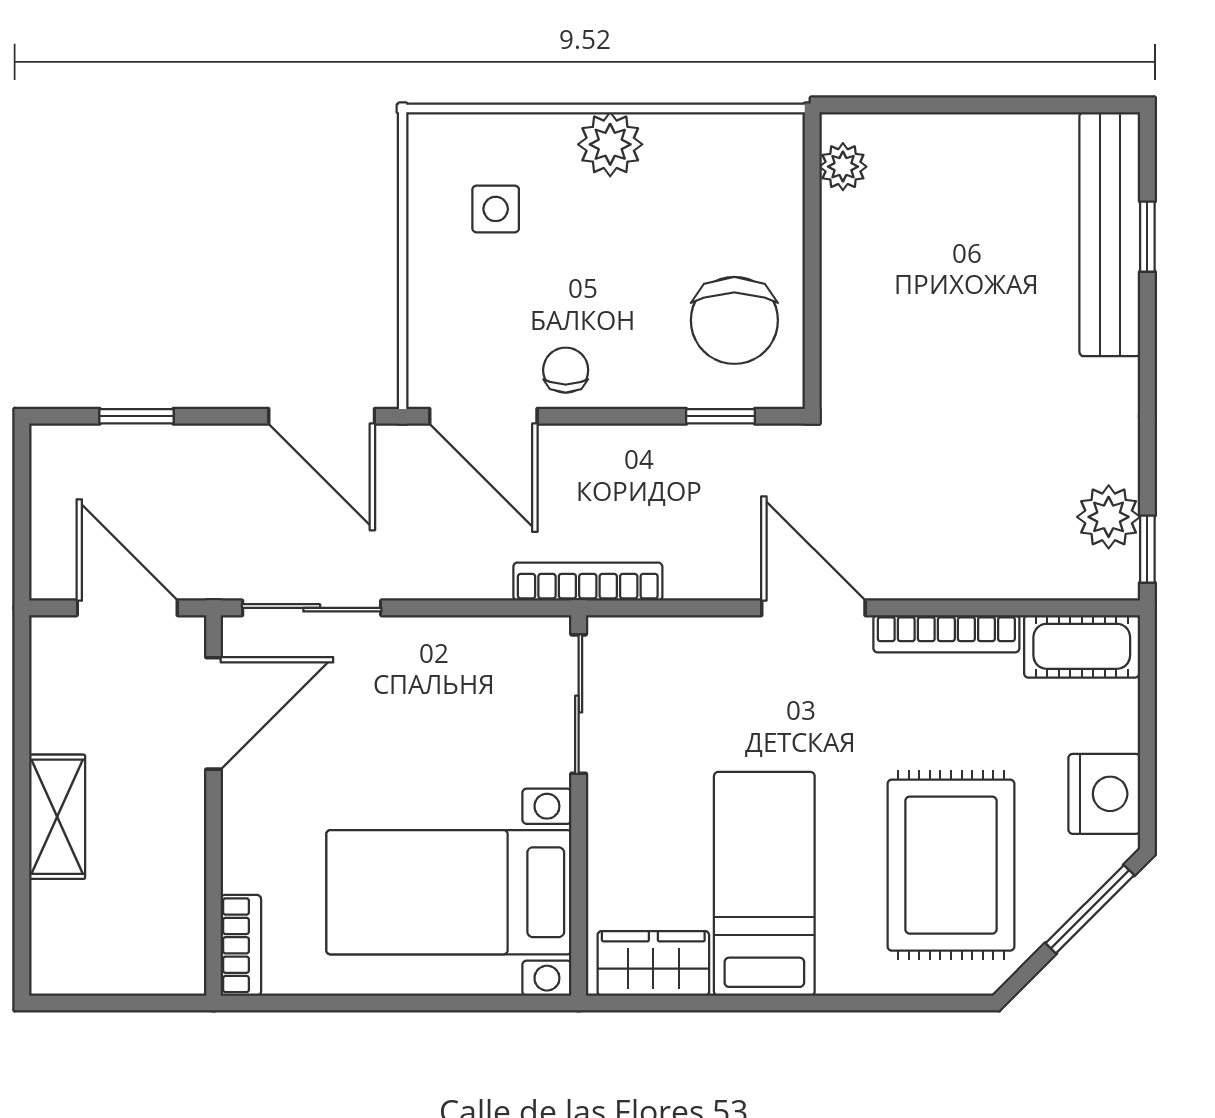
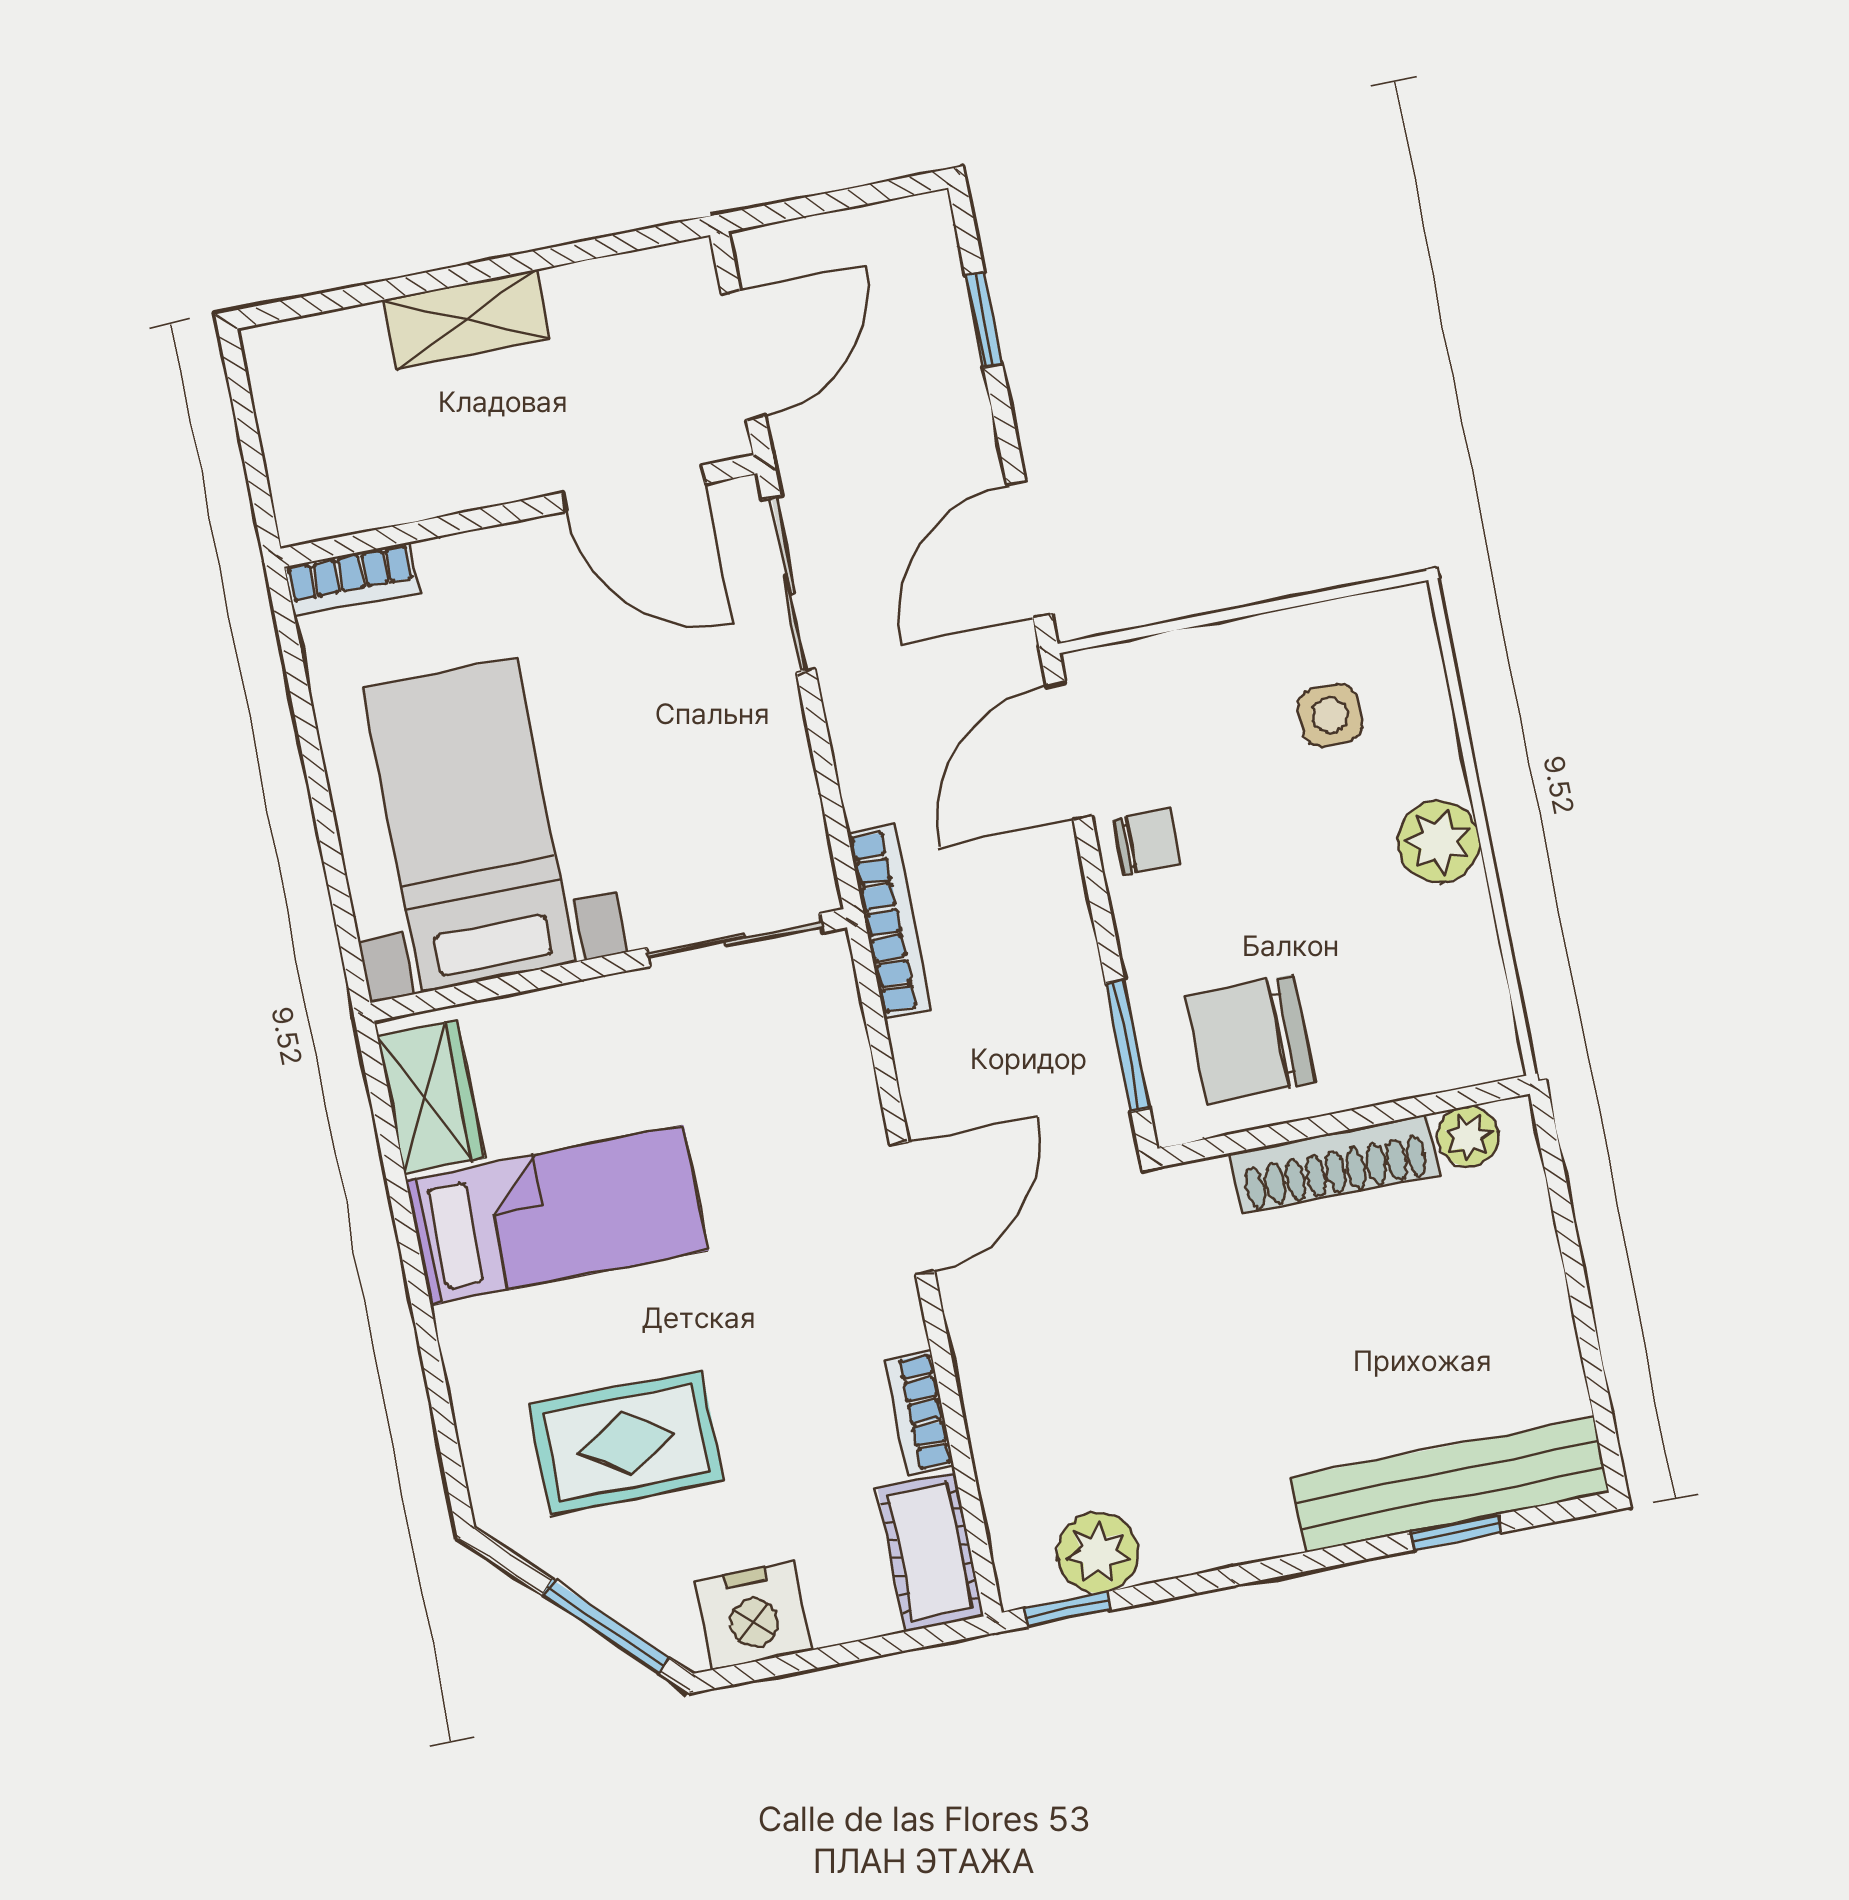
shoe rack: (844, 274) -> (1334, 1164), added
window: (720, 416) -> (1128, 1046), width x1.50
bookcase: (946, 634) -> (919, 1413), width x0.64
rug: (951, 865) -> (626, 1443), width x0.73, depth x0.70

